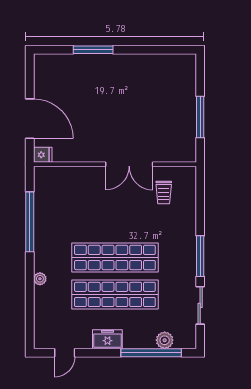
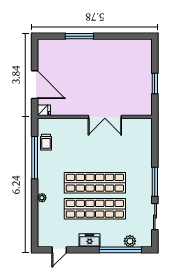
window: (200, 117) -> (155, 84), width x0.69
trolley: (164, 193) -> (46, 142), moved

